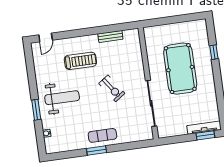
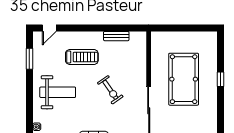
window: (214, 52) -> (221, 79), moved
window: (36, 110) -> (29, 59), moved

